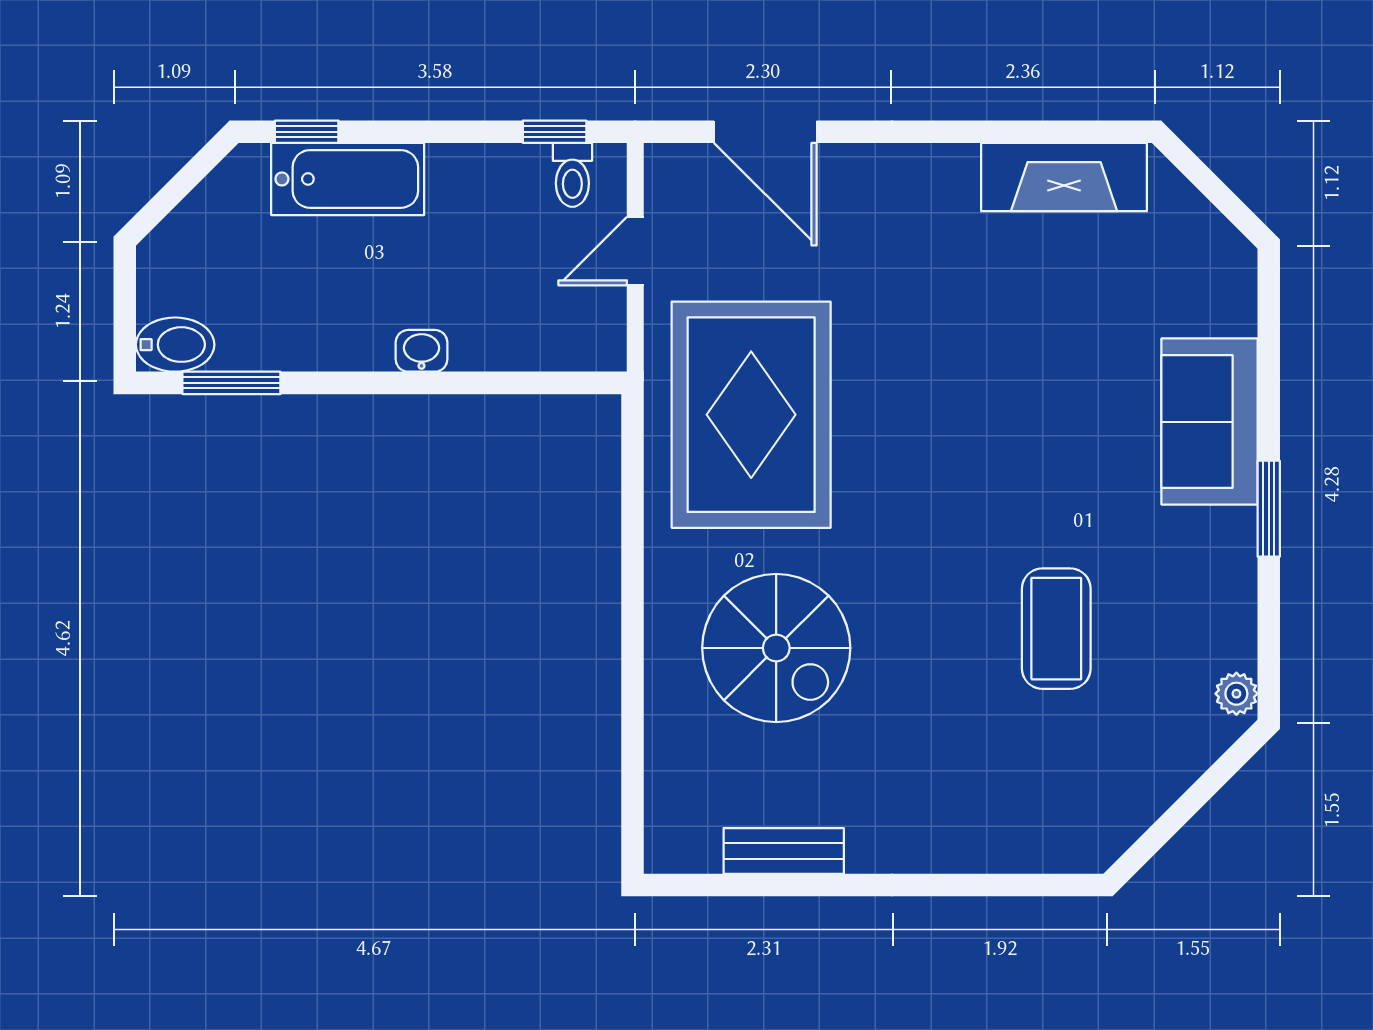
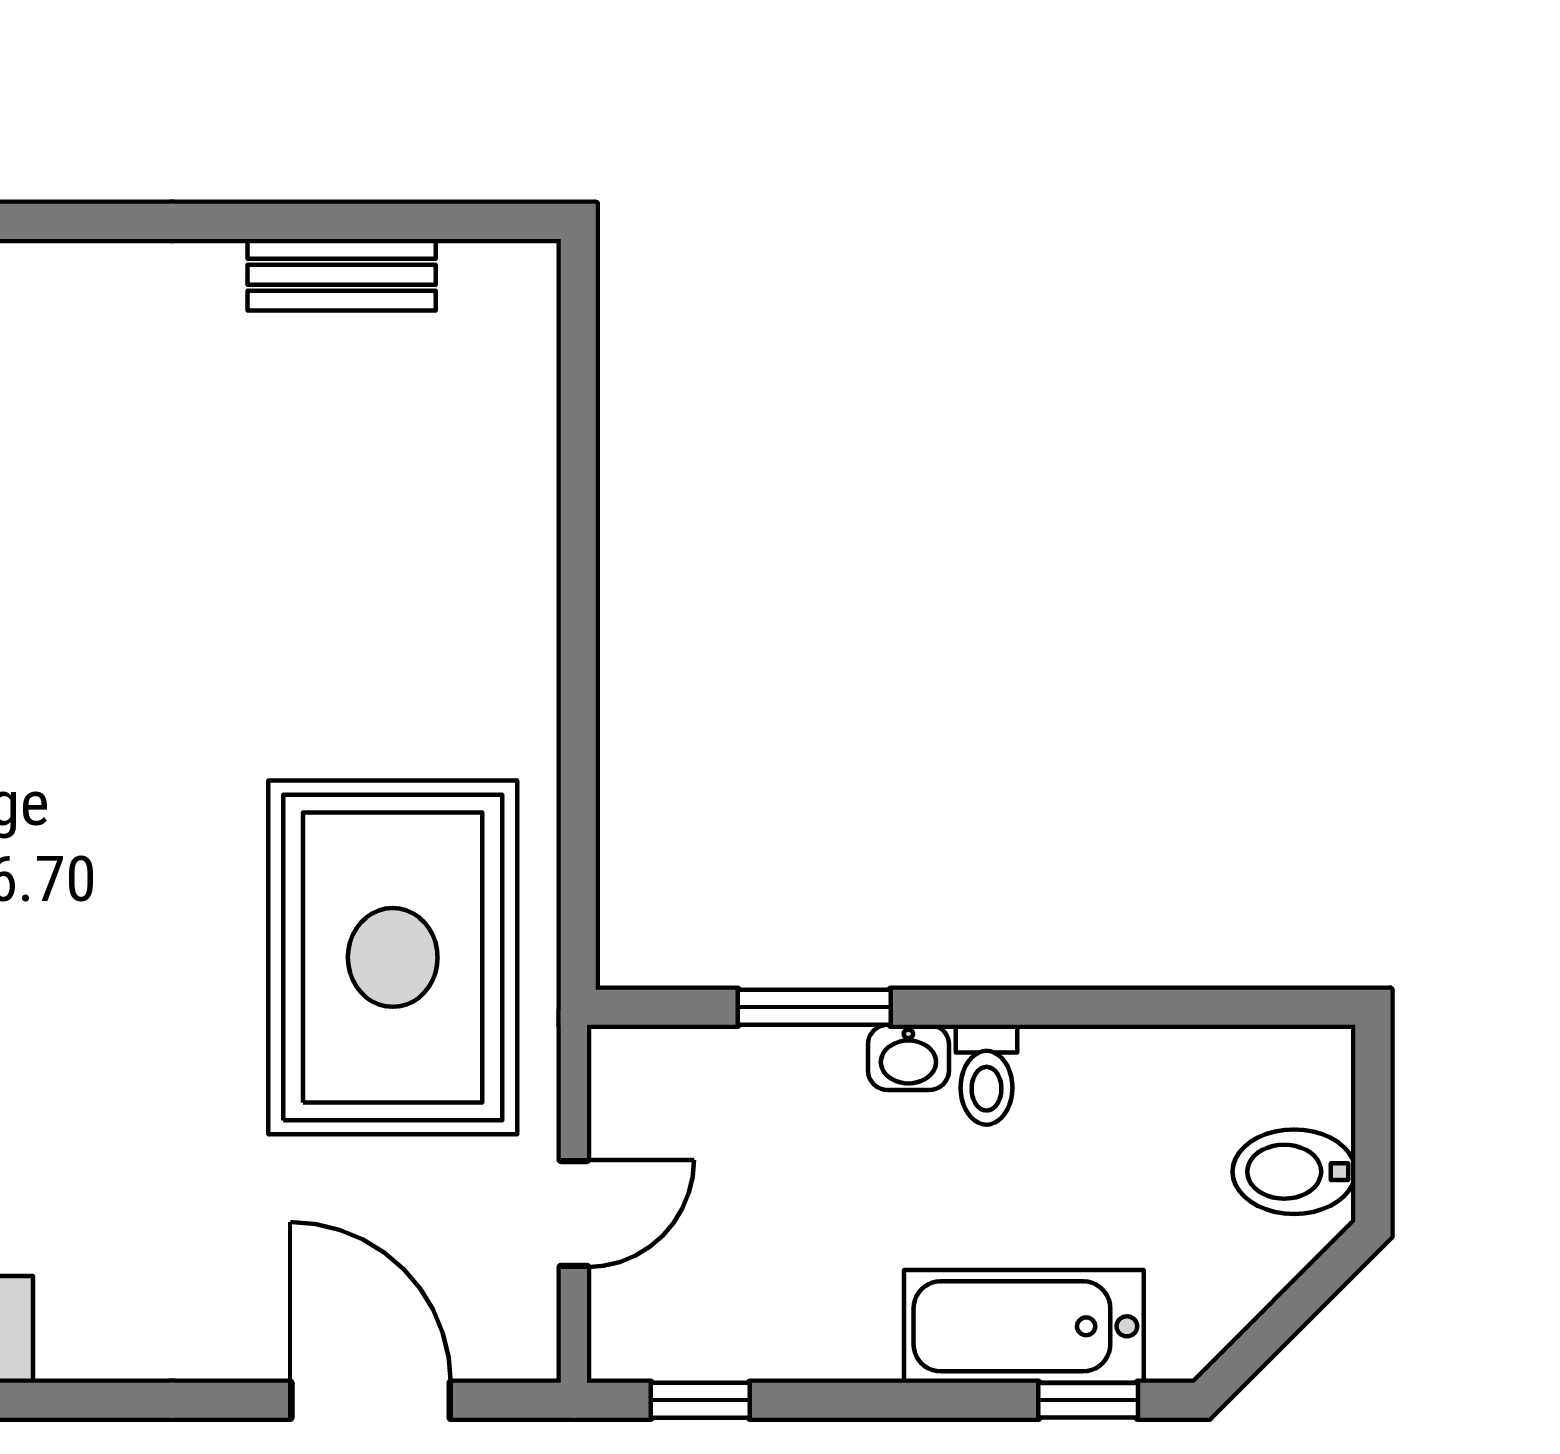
toilet: (572, 175) -> (987, 1075), moved, turned 180
bidet: (175, 345) -> (1294, 1172), moved
window: (231, 383) -> (814, 1007), moved
spiral stairs: (776, 648) -> (353, 592), removed

